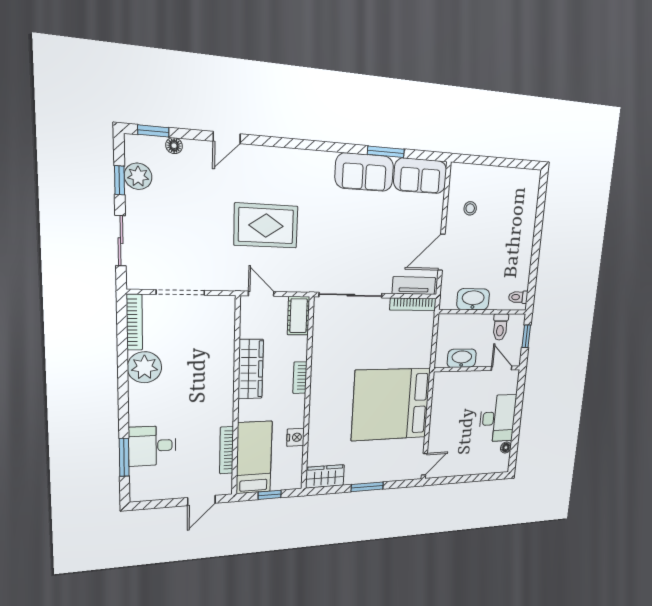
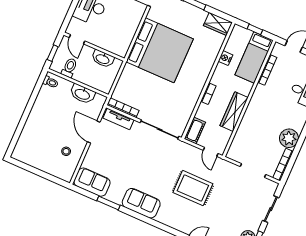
sofa: (364, 172) -> (141, 203), moved
door: (441, 252) -> (94, 132), swing flipped

